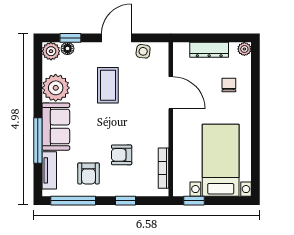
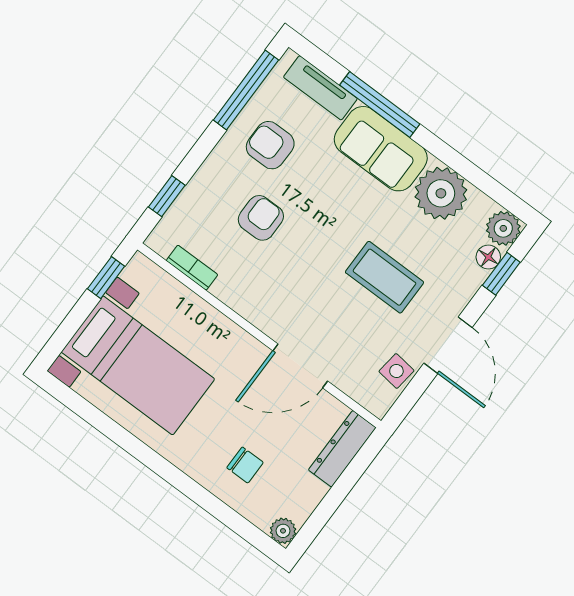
dresser: (209, 50) -> (342, 449), moved
bookcase: (163, 168) -> (192, 268), width x0.64
window: (125, 201) -> (167, 196), moved

